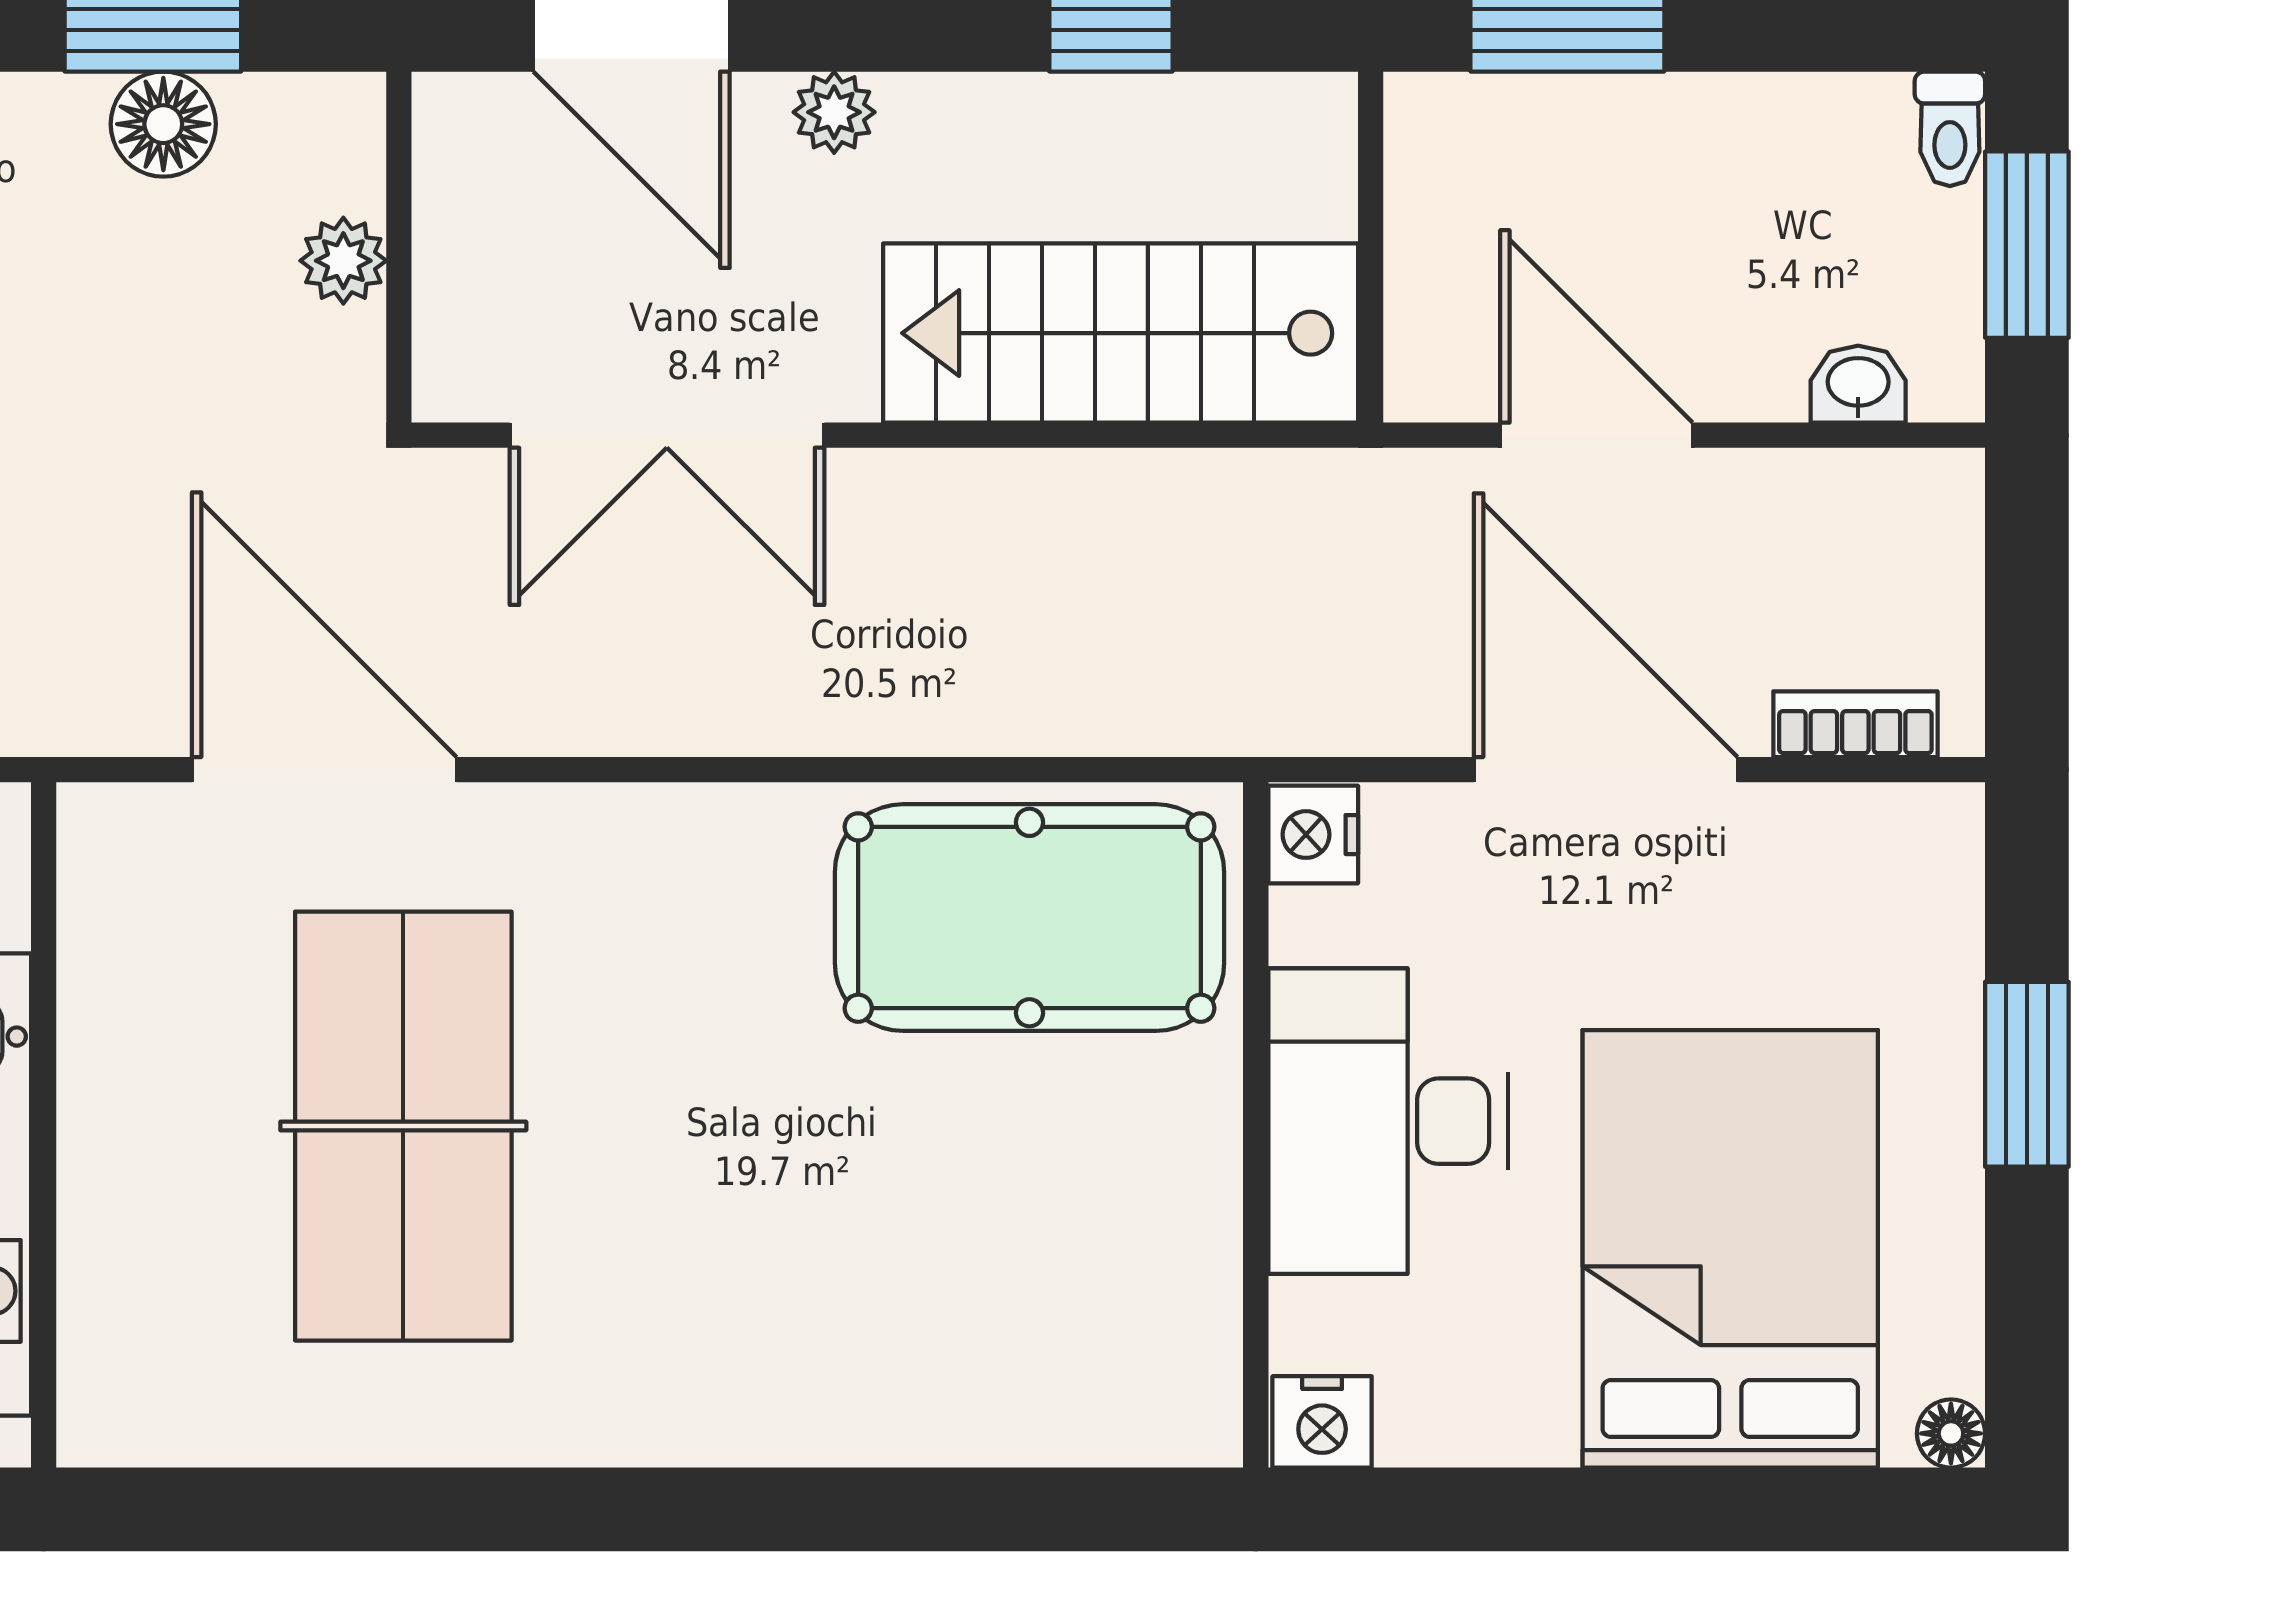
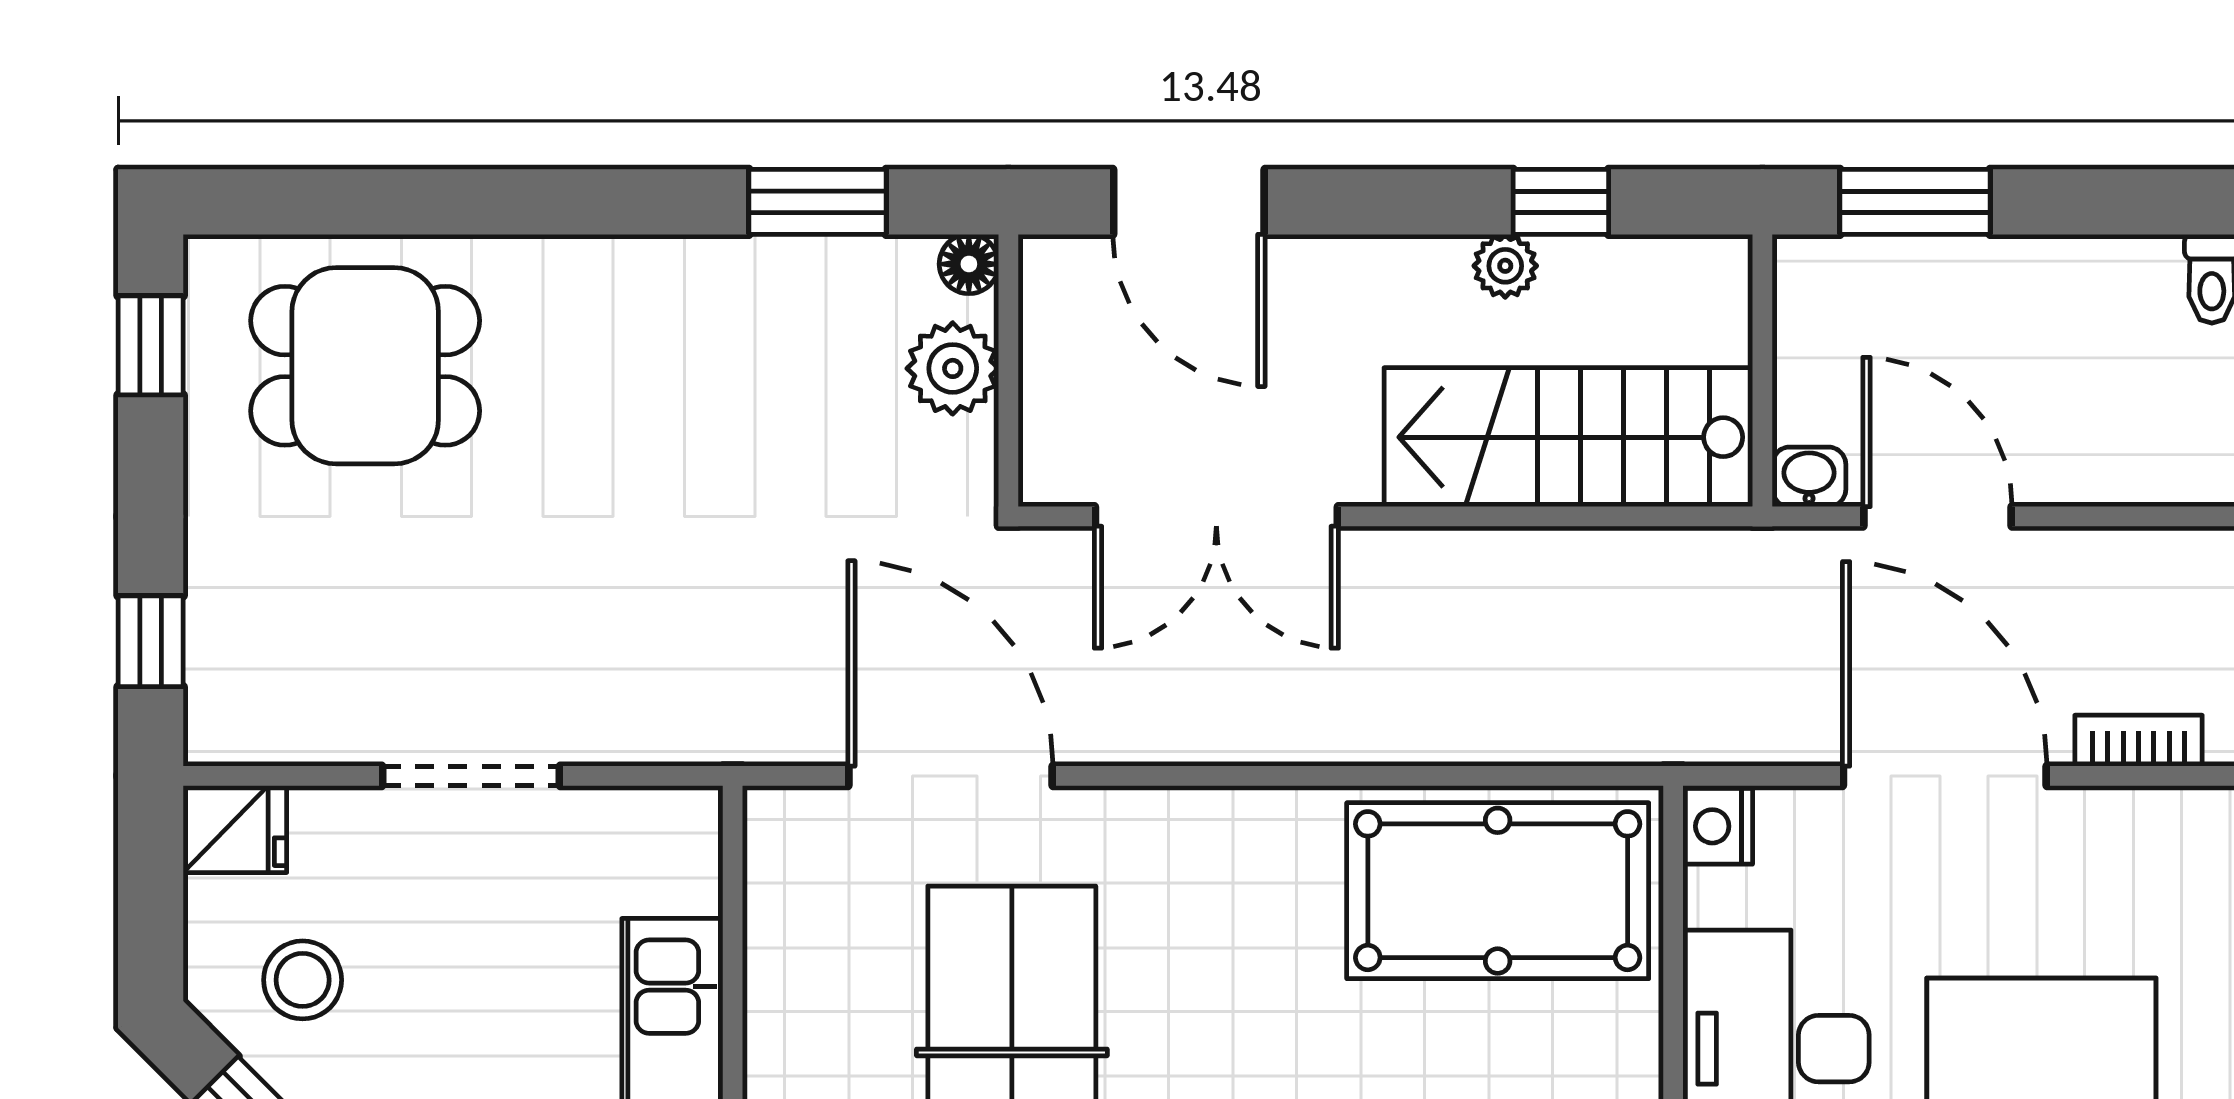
plant: (834, 112) -> (1505, 266), moved
floor lamp: (163, 124) -> (969, 264), moved, width x0.73, depth x0.73
plant: (343, 261) -> (953, 368), width x1.38, depth x1.38
washbasin: (1858, 384) -> (1809, 477), moved

